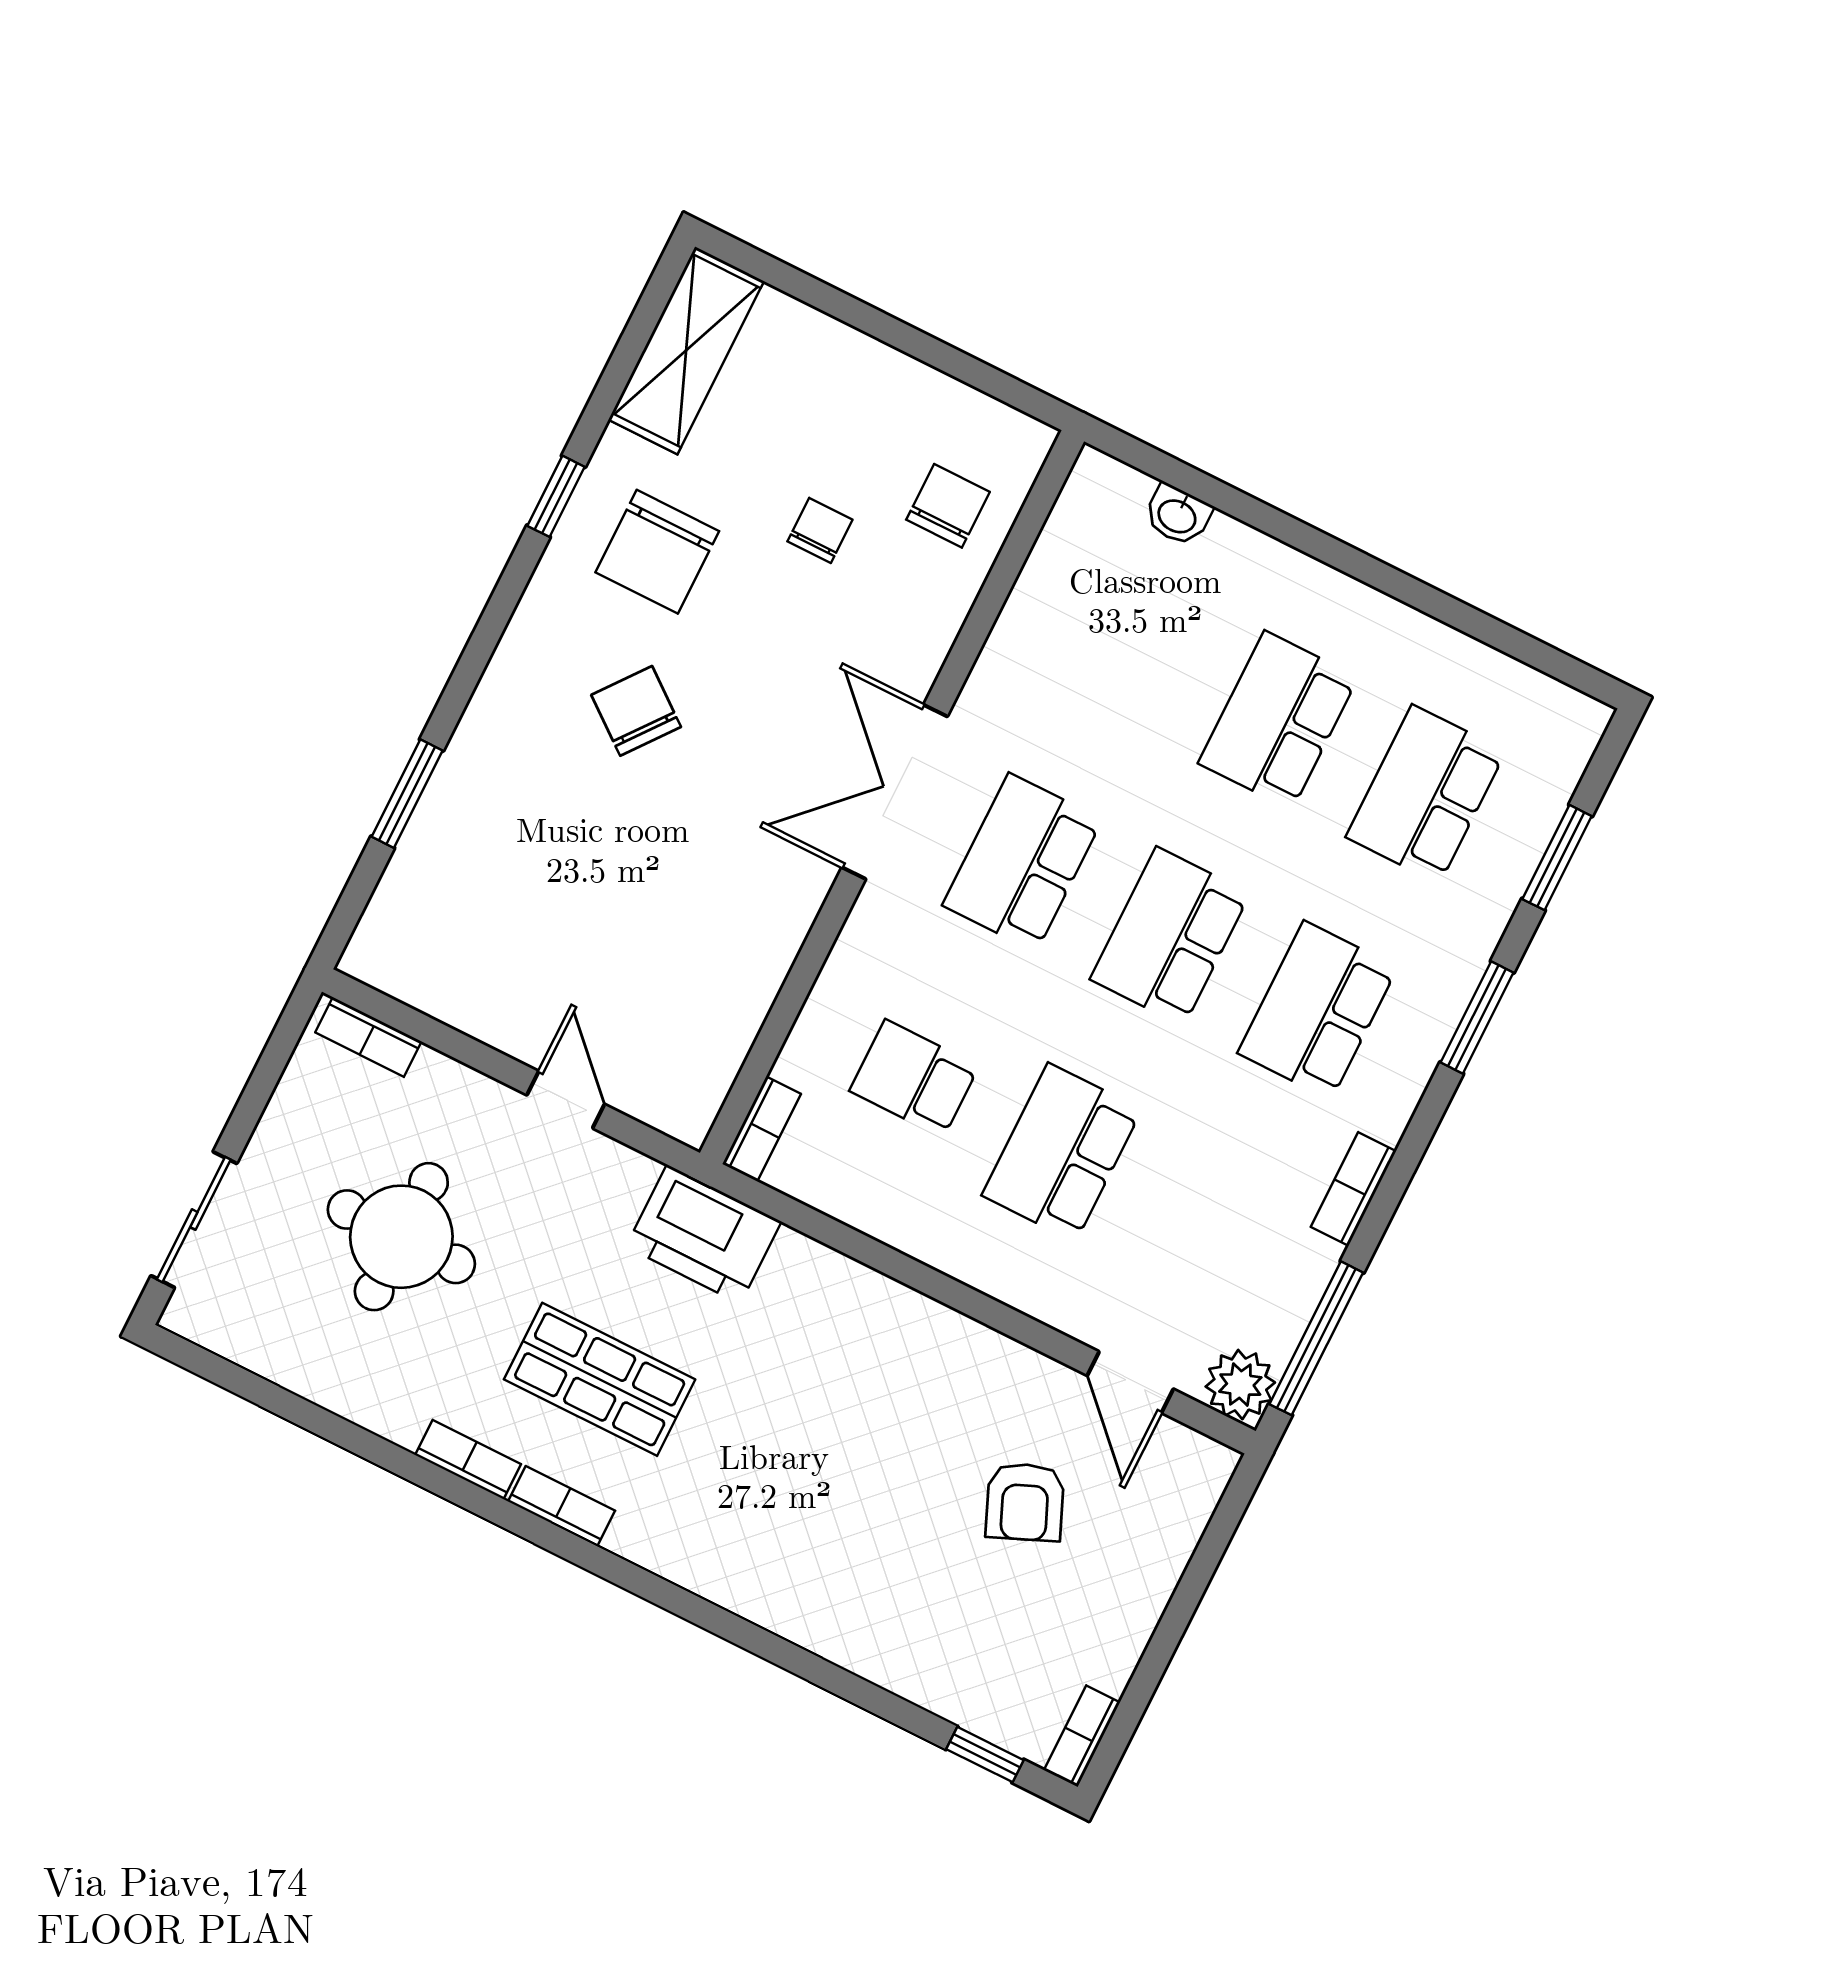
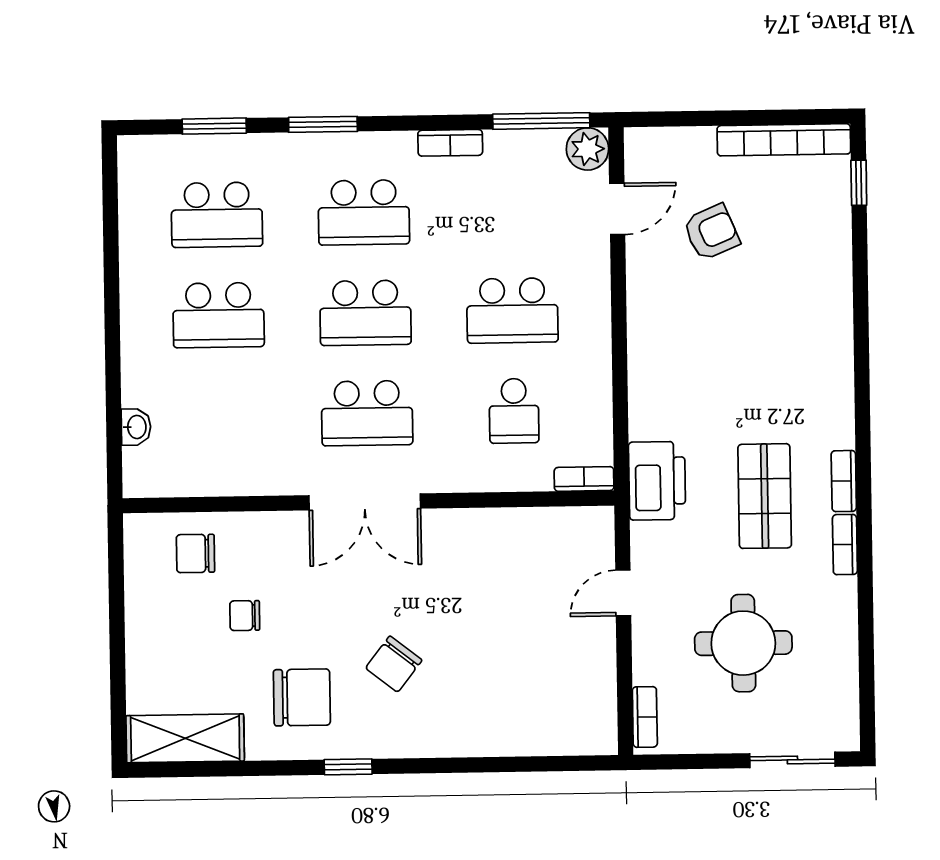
window: (556, 496) -> (348, 767), moved
window: (407, 794) -> (503, 764), removed
bookcase: (1082, 1736) -> (784, 140), width x2.31, depth x1.31

